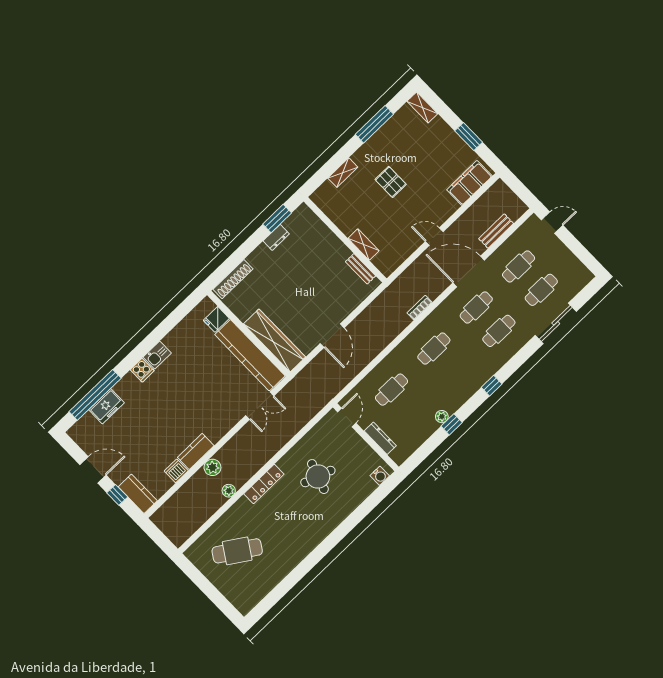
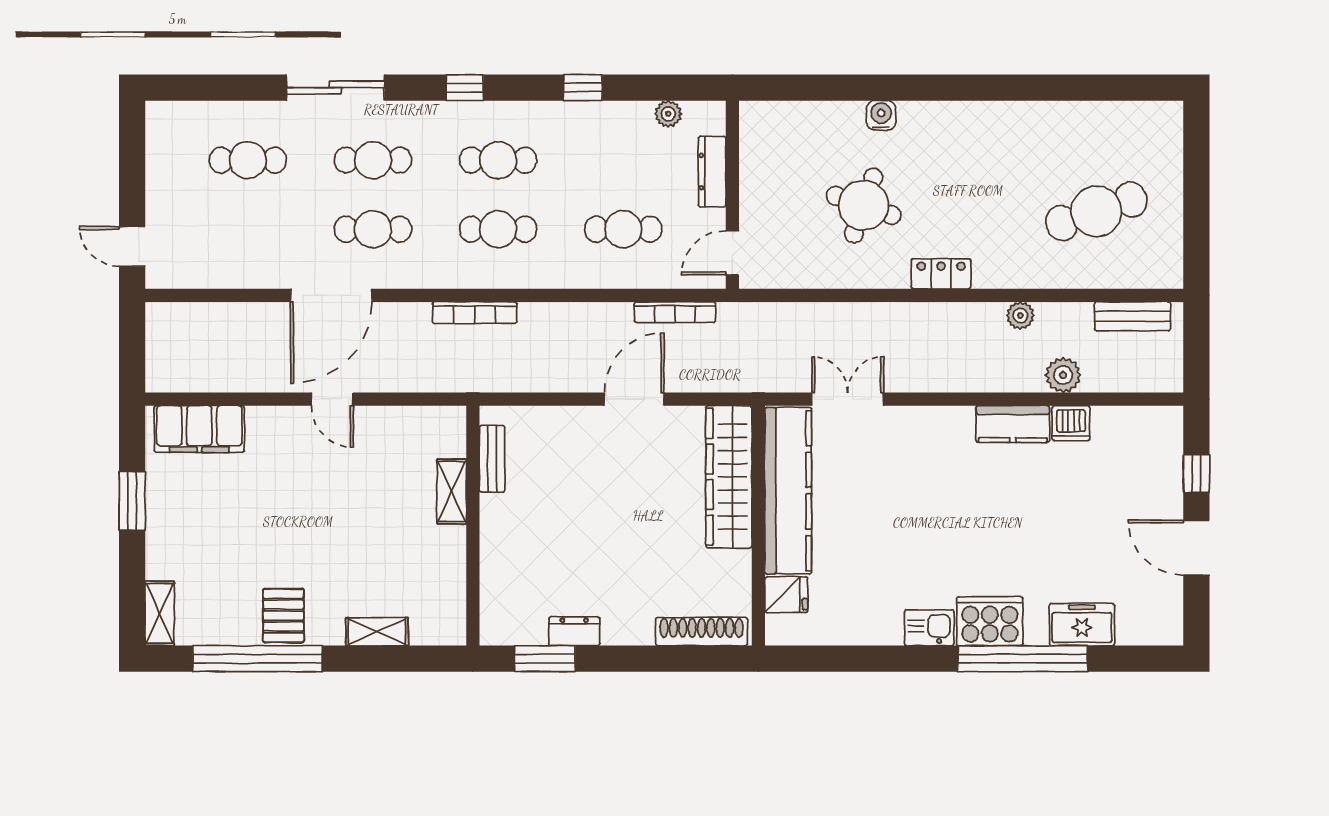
window: (374, 124) -> (258, 659), width x1.46
pallet: (391, 182) -> (283, 616), moved
bench: (496, 231) -> (1133, 316), moved
cafe table: (519, 266) -> (498, 160), moved
door: (469, 271) -> (331, 295), hinge flipped
bookcase: (420, 308) -> (475, 313), width x1.56
sliding door: (556, 323) -> (336, 88), moved
cooker: (142, 370) -> (990, 621), width x1.87, depth x1.31
bookcase: (347, 378) -> (675, 312), added
window: (95, 395) -> (1023, 659), moved
plant: (442, 417) -> (668, 114), moved
plant: (212, 467) -> (1063, 375), moved
water cooler: (380, 476) -> (881, 115), moved
locker: (264, 484) -> (941, 274), width x0.66
kitchen counter: (138, 494) -> (1164, 445), removed
cafe table: (237, 551) -> (1096, 211), turned -52

